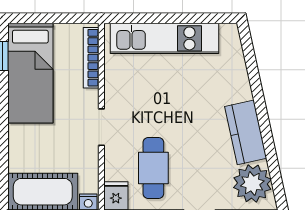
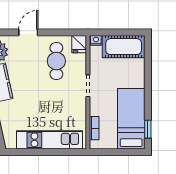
bookcase: (91, 58) -> (94, 128), width x0.64

